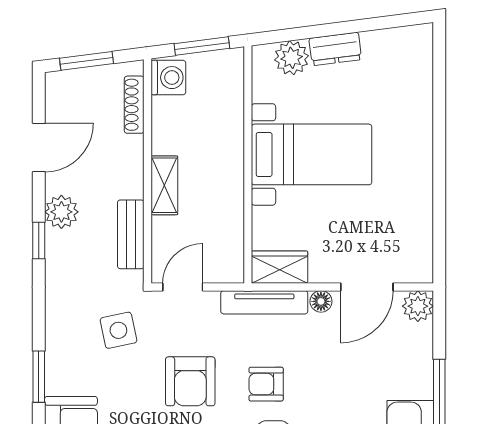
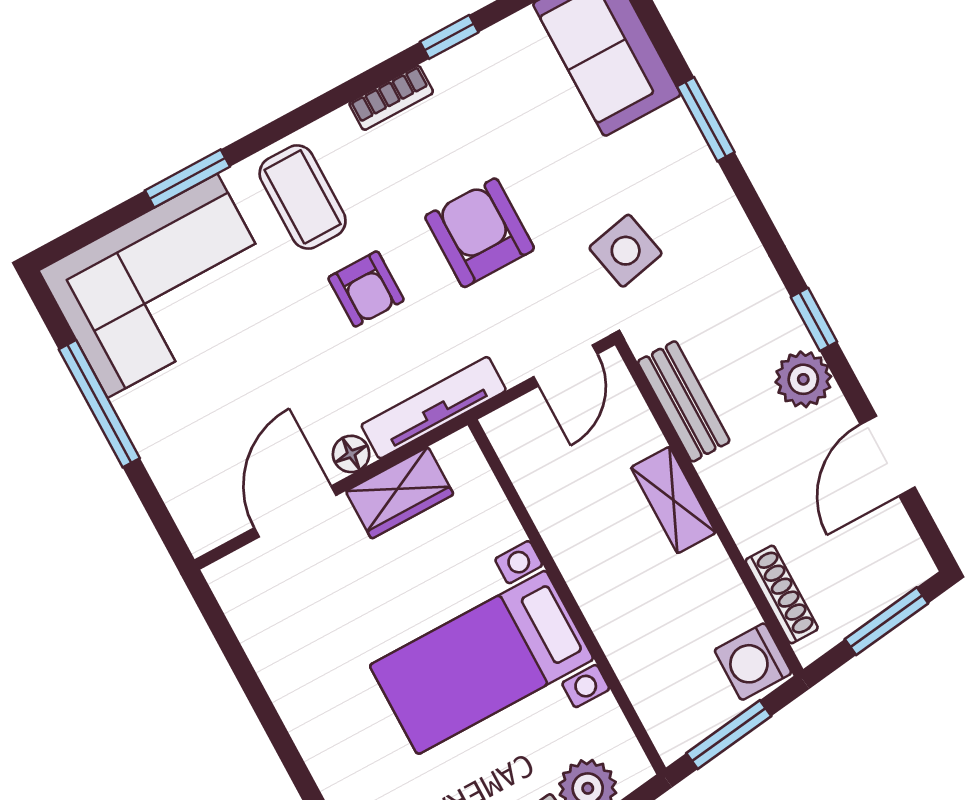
wardrobe: (280, 267) -> (400, 493), moved
plant: (418, 306) -> (205, 524), removed
armchair: (266, 384) -> (366, 289), turned 90

